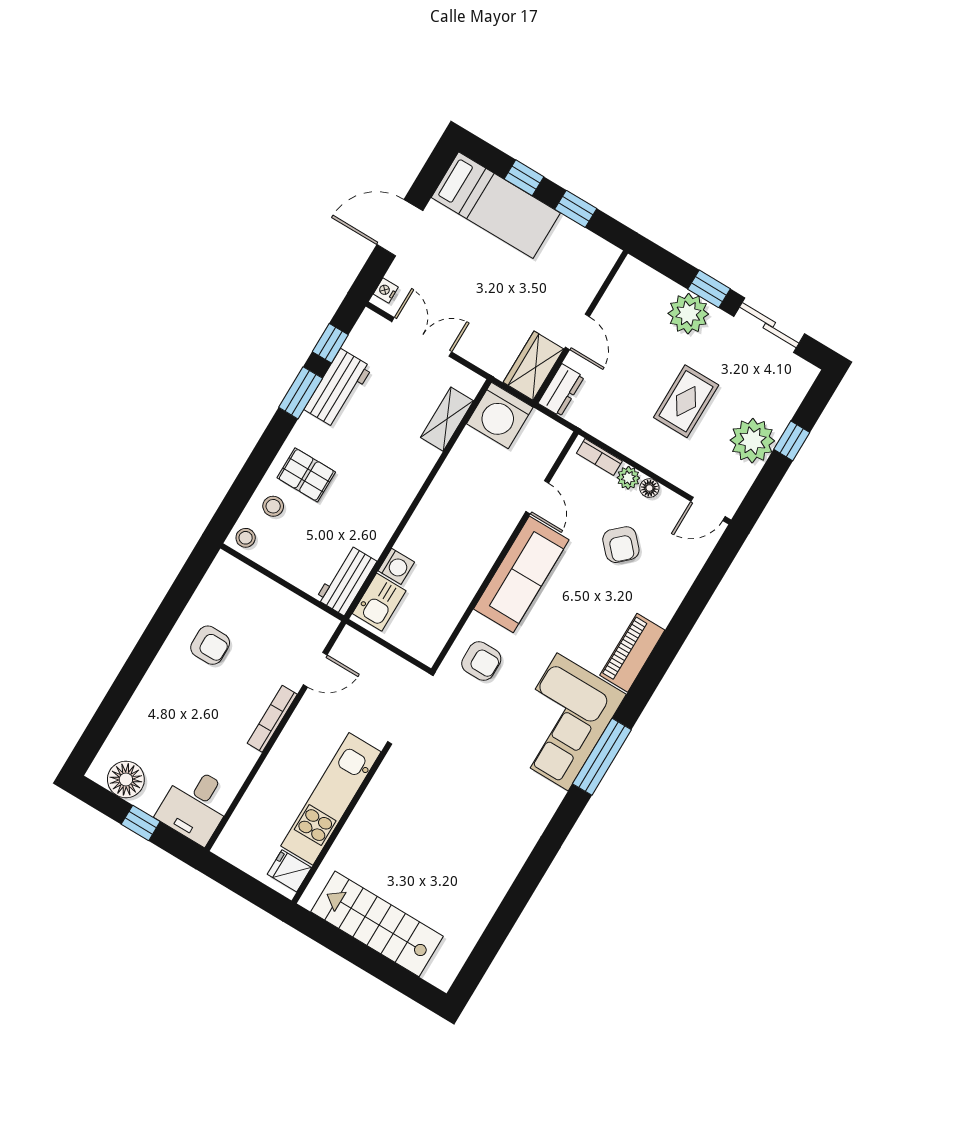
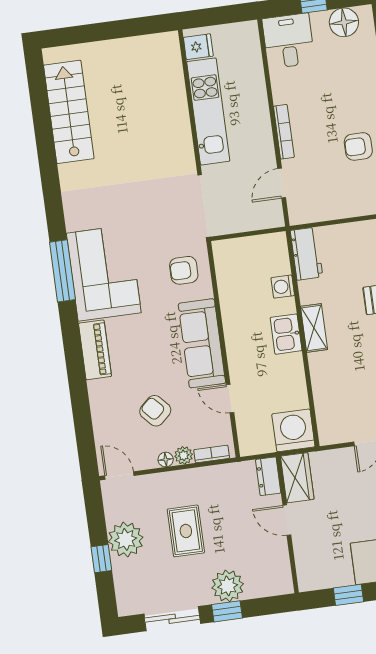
shelving: (447, 419) -> (314, 328), moved
door: (708, 509) -> (119, 476), hinge flipped
kitchen sink: (379, 602) -> (286, 334), moved
stairs: (377, 924) -> (69, 112), moved, turned -90

